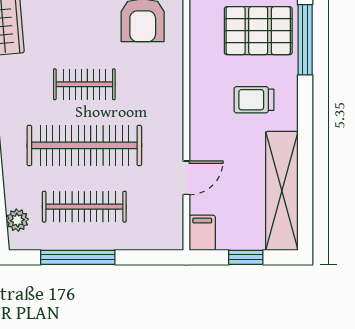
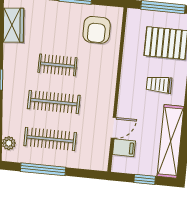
clothes rail: (84, 145) -> (54, 102), width x0.73, depth x0.76
filing cabinet: (202, 233) -> (124, 148), moved, turned 90

